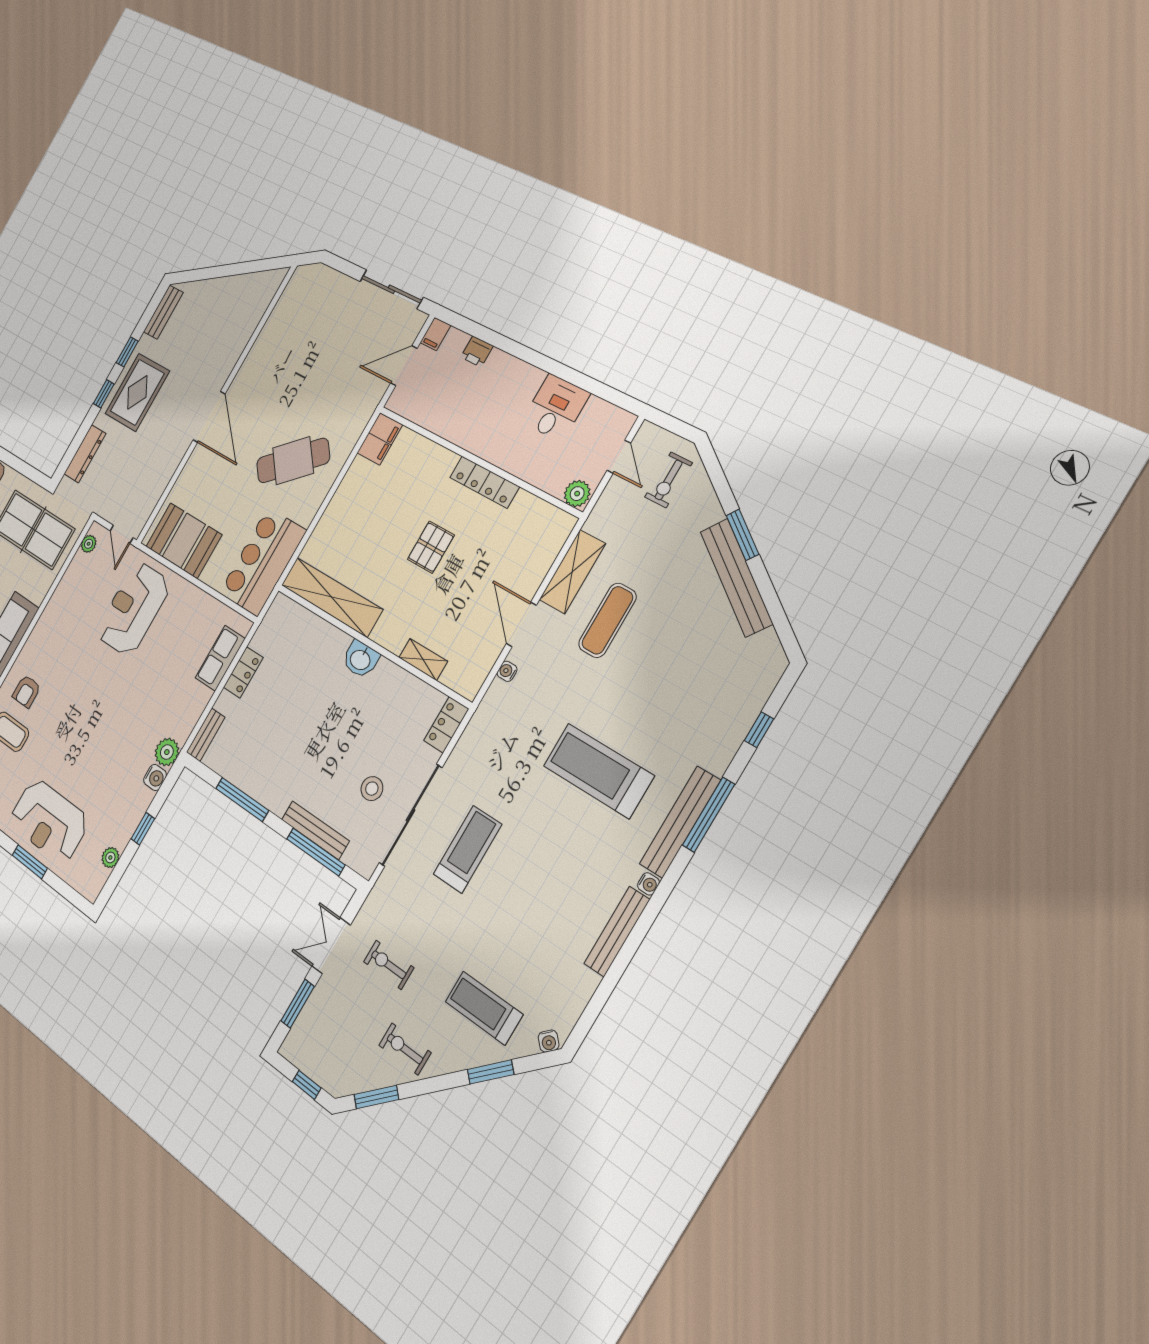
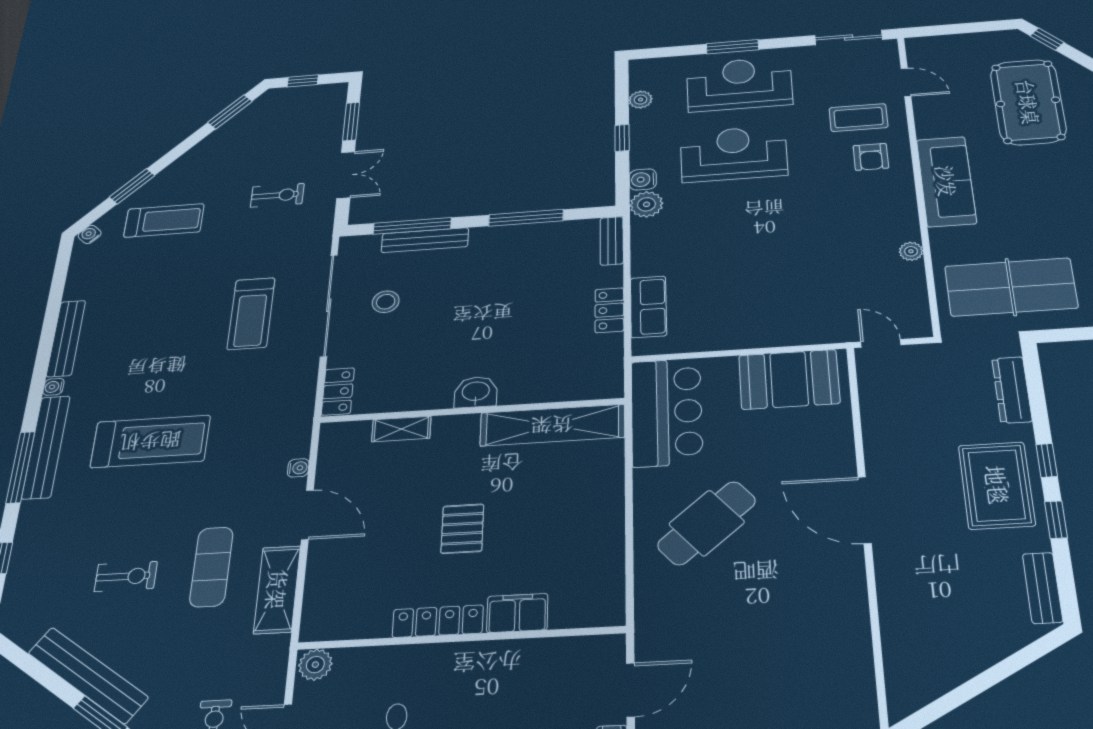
filing cabinet: (380, 439) -> (517, 613), moved, turned 90
plant: (89, 544) -> (911, 251), moved
reception desk: (133, 609) -> (734, 154), moved, turned -90
armchair: (27, 691) -> (871, 157), turned 180
exercise bike: (405, 1049) -> (126, 576), moved

